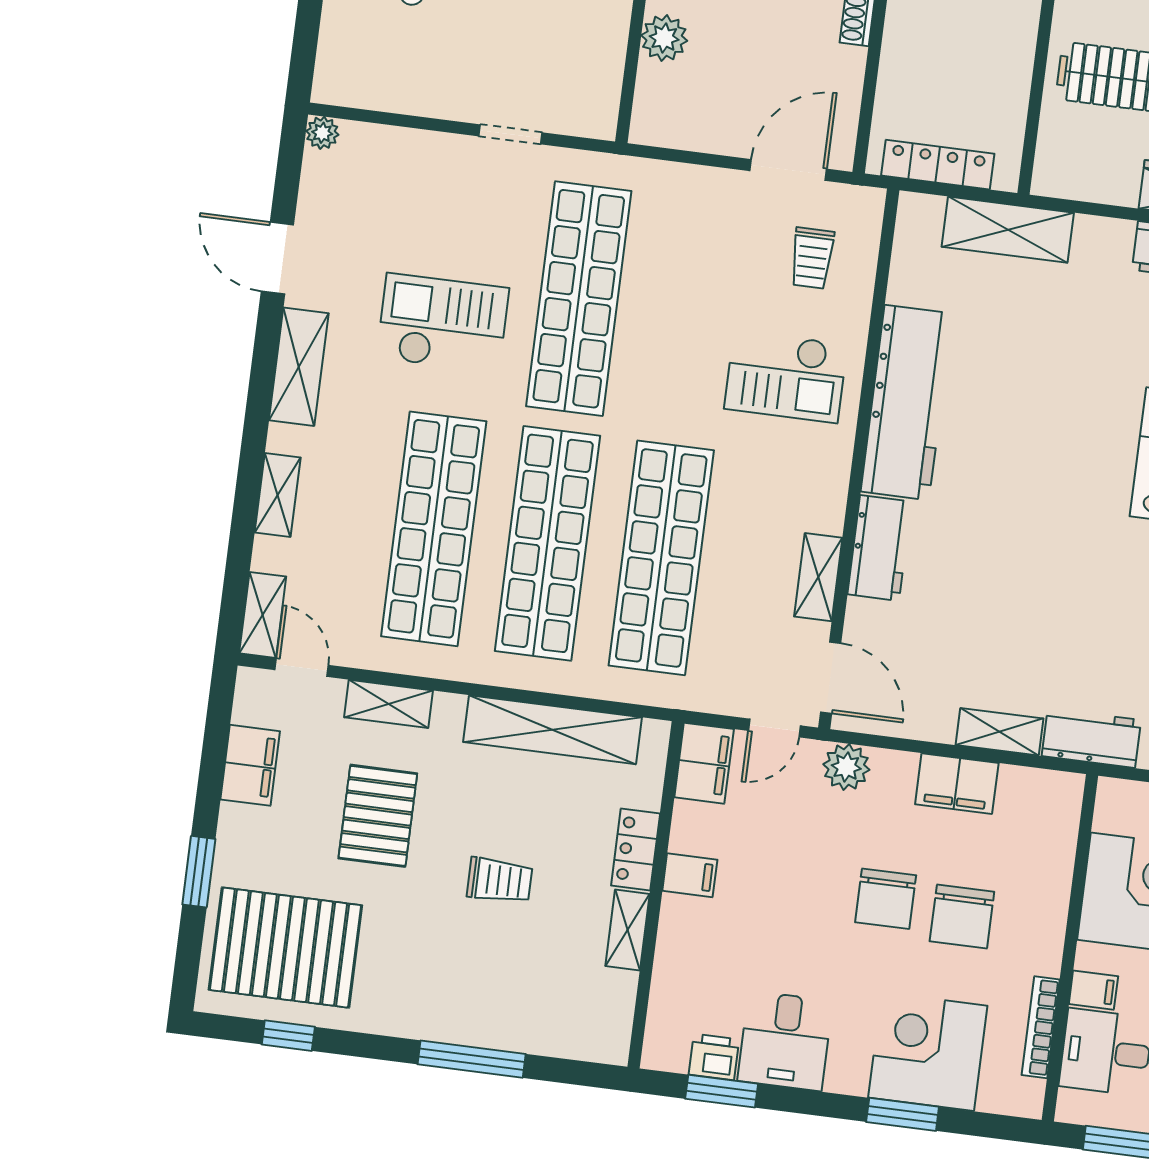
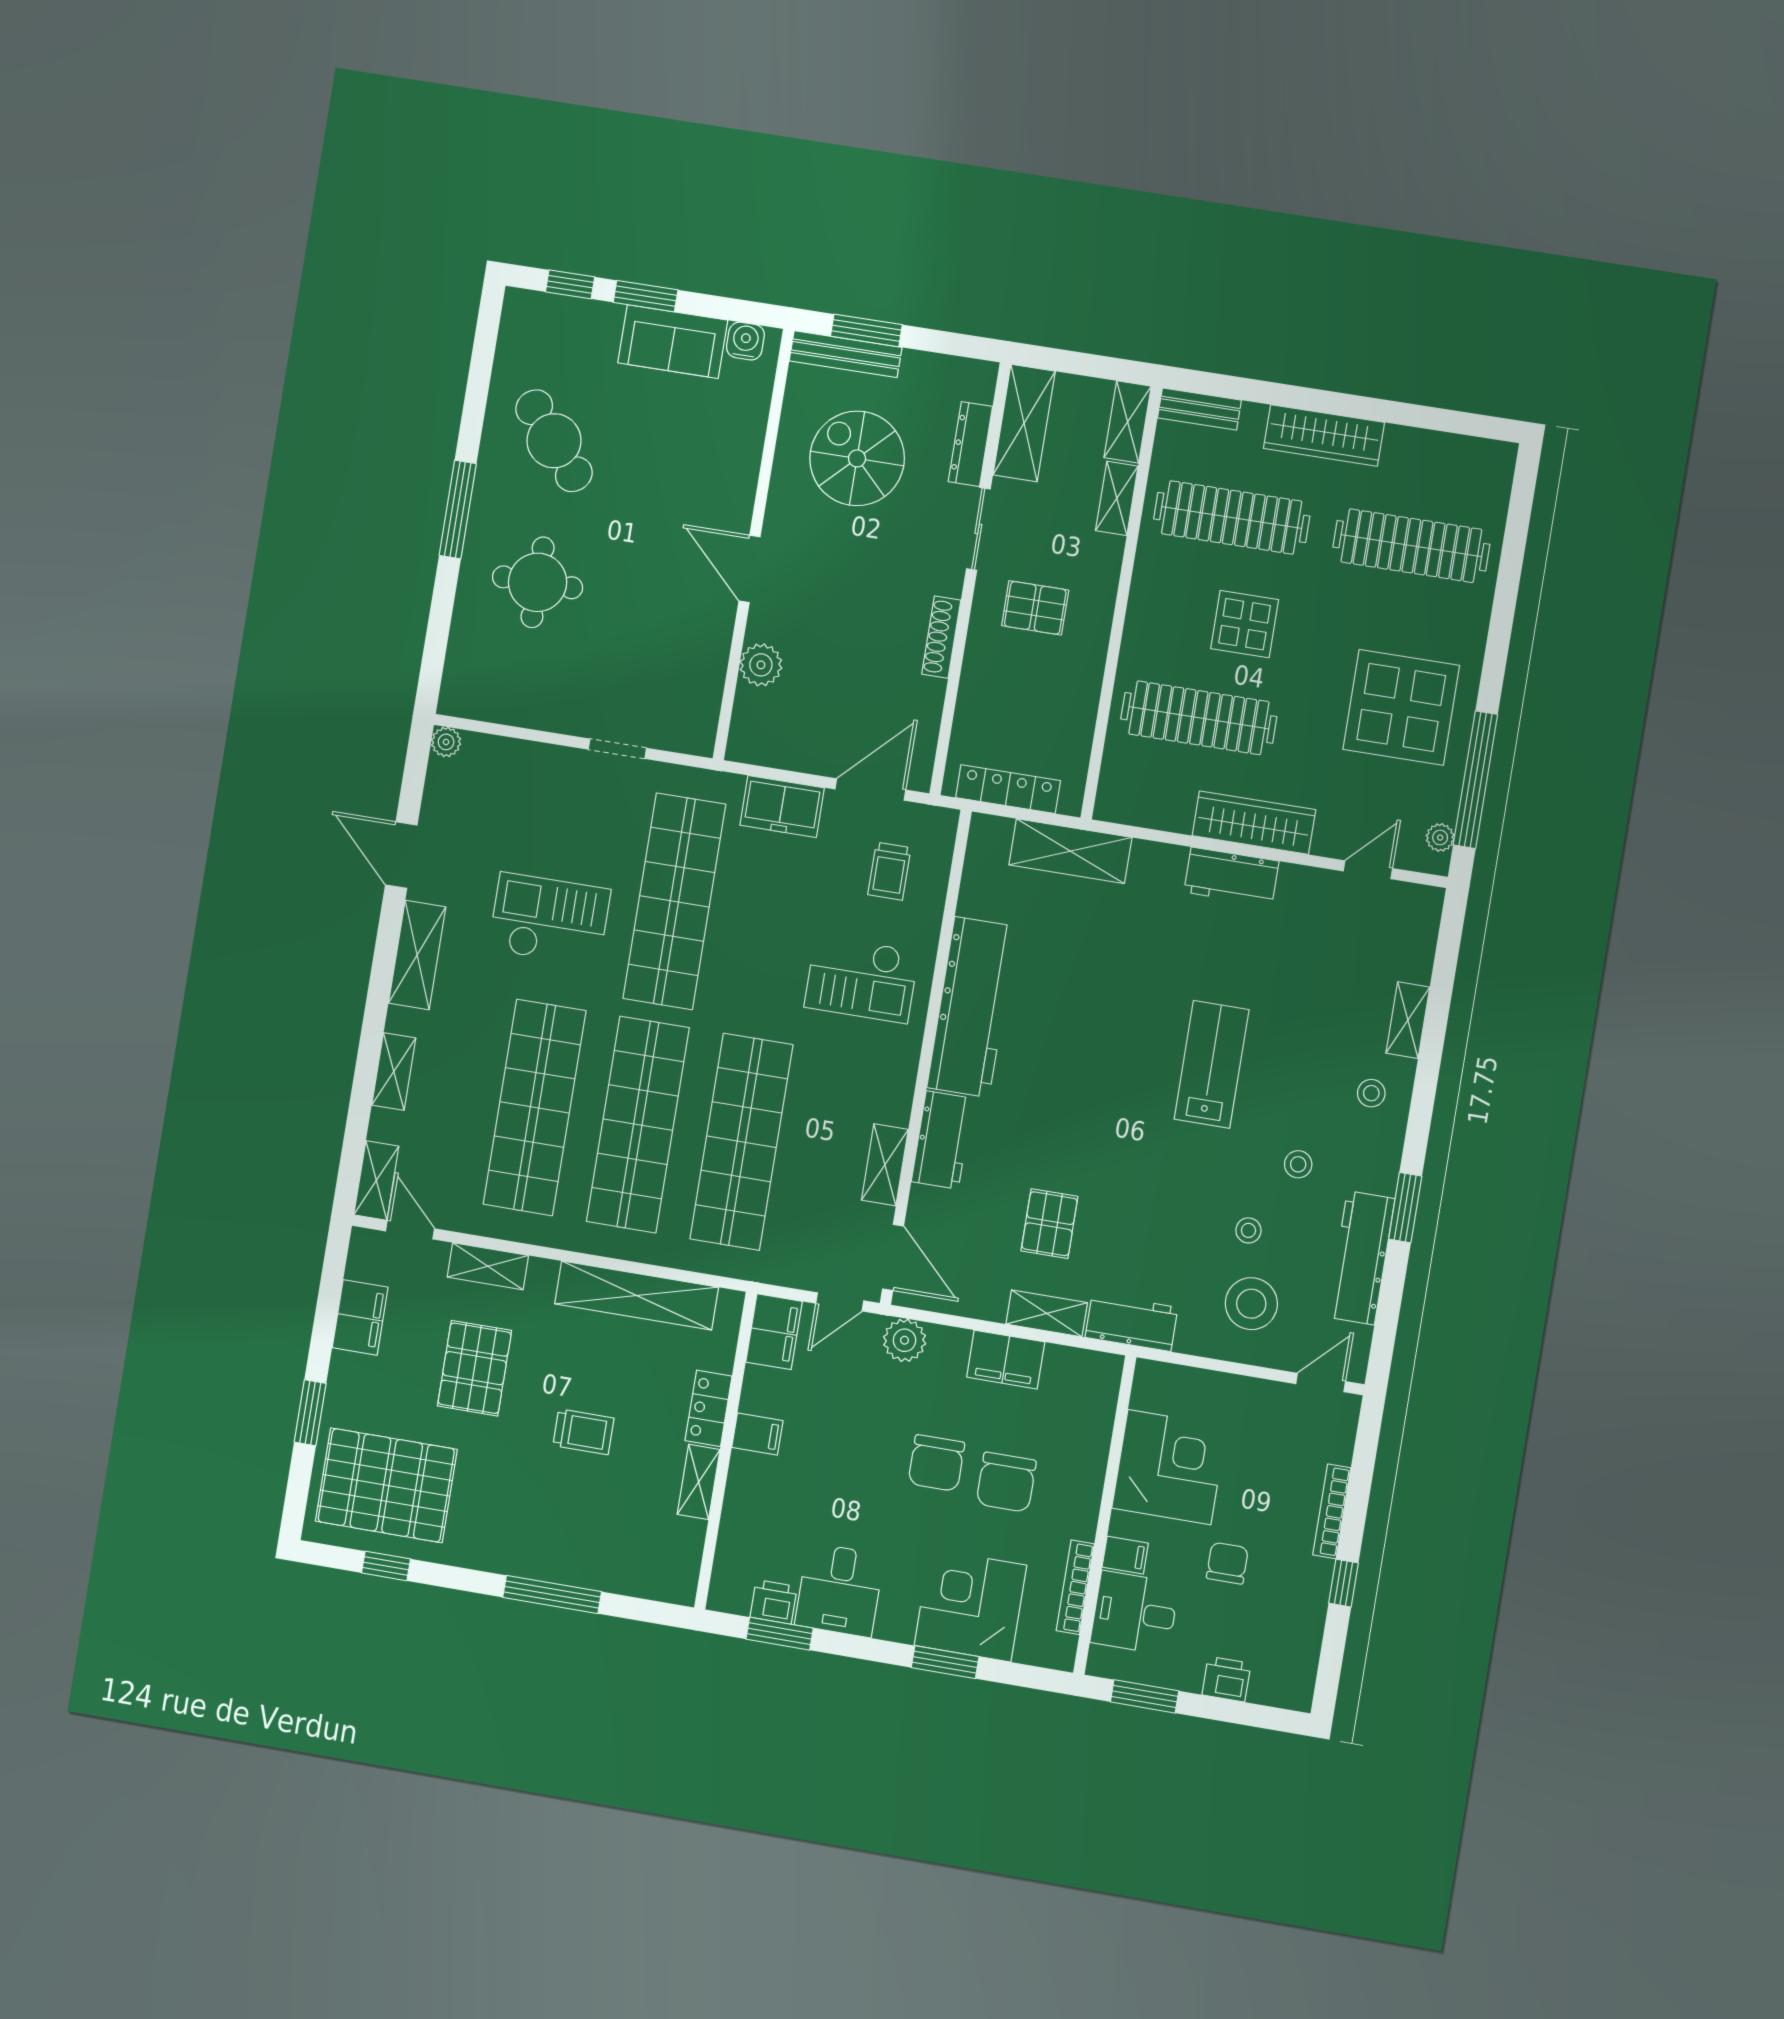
freezer: (693, 191) -> (782, 806), added
pallet: (999, 635) -> (1049, 1224), added

